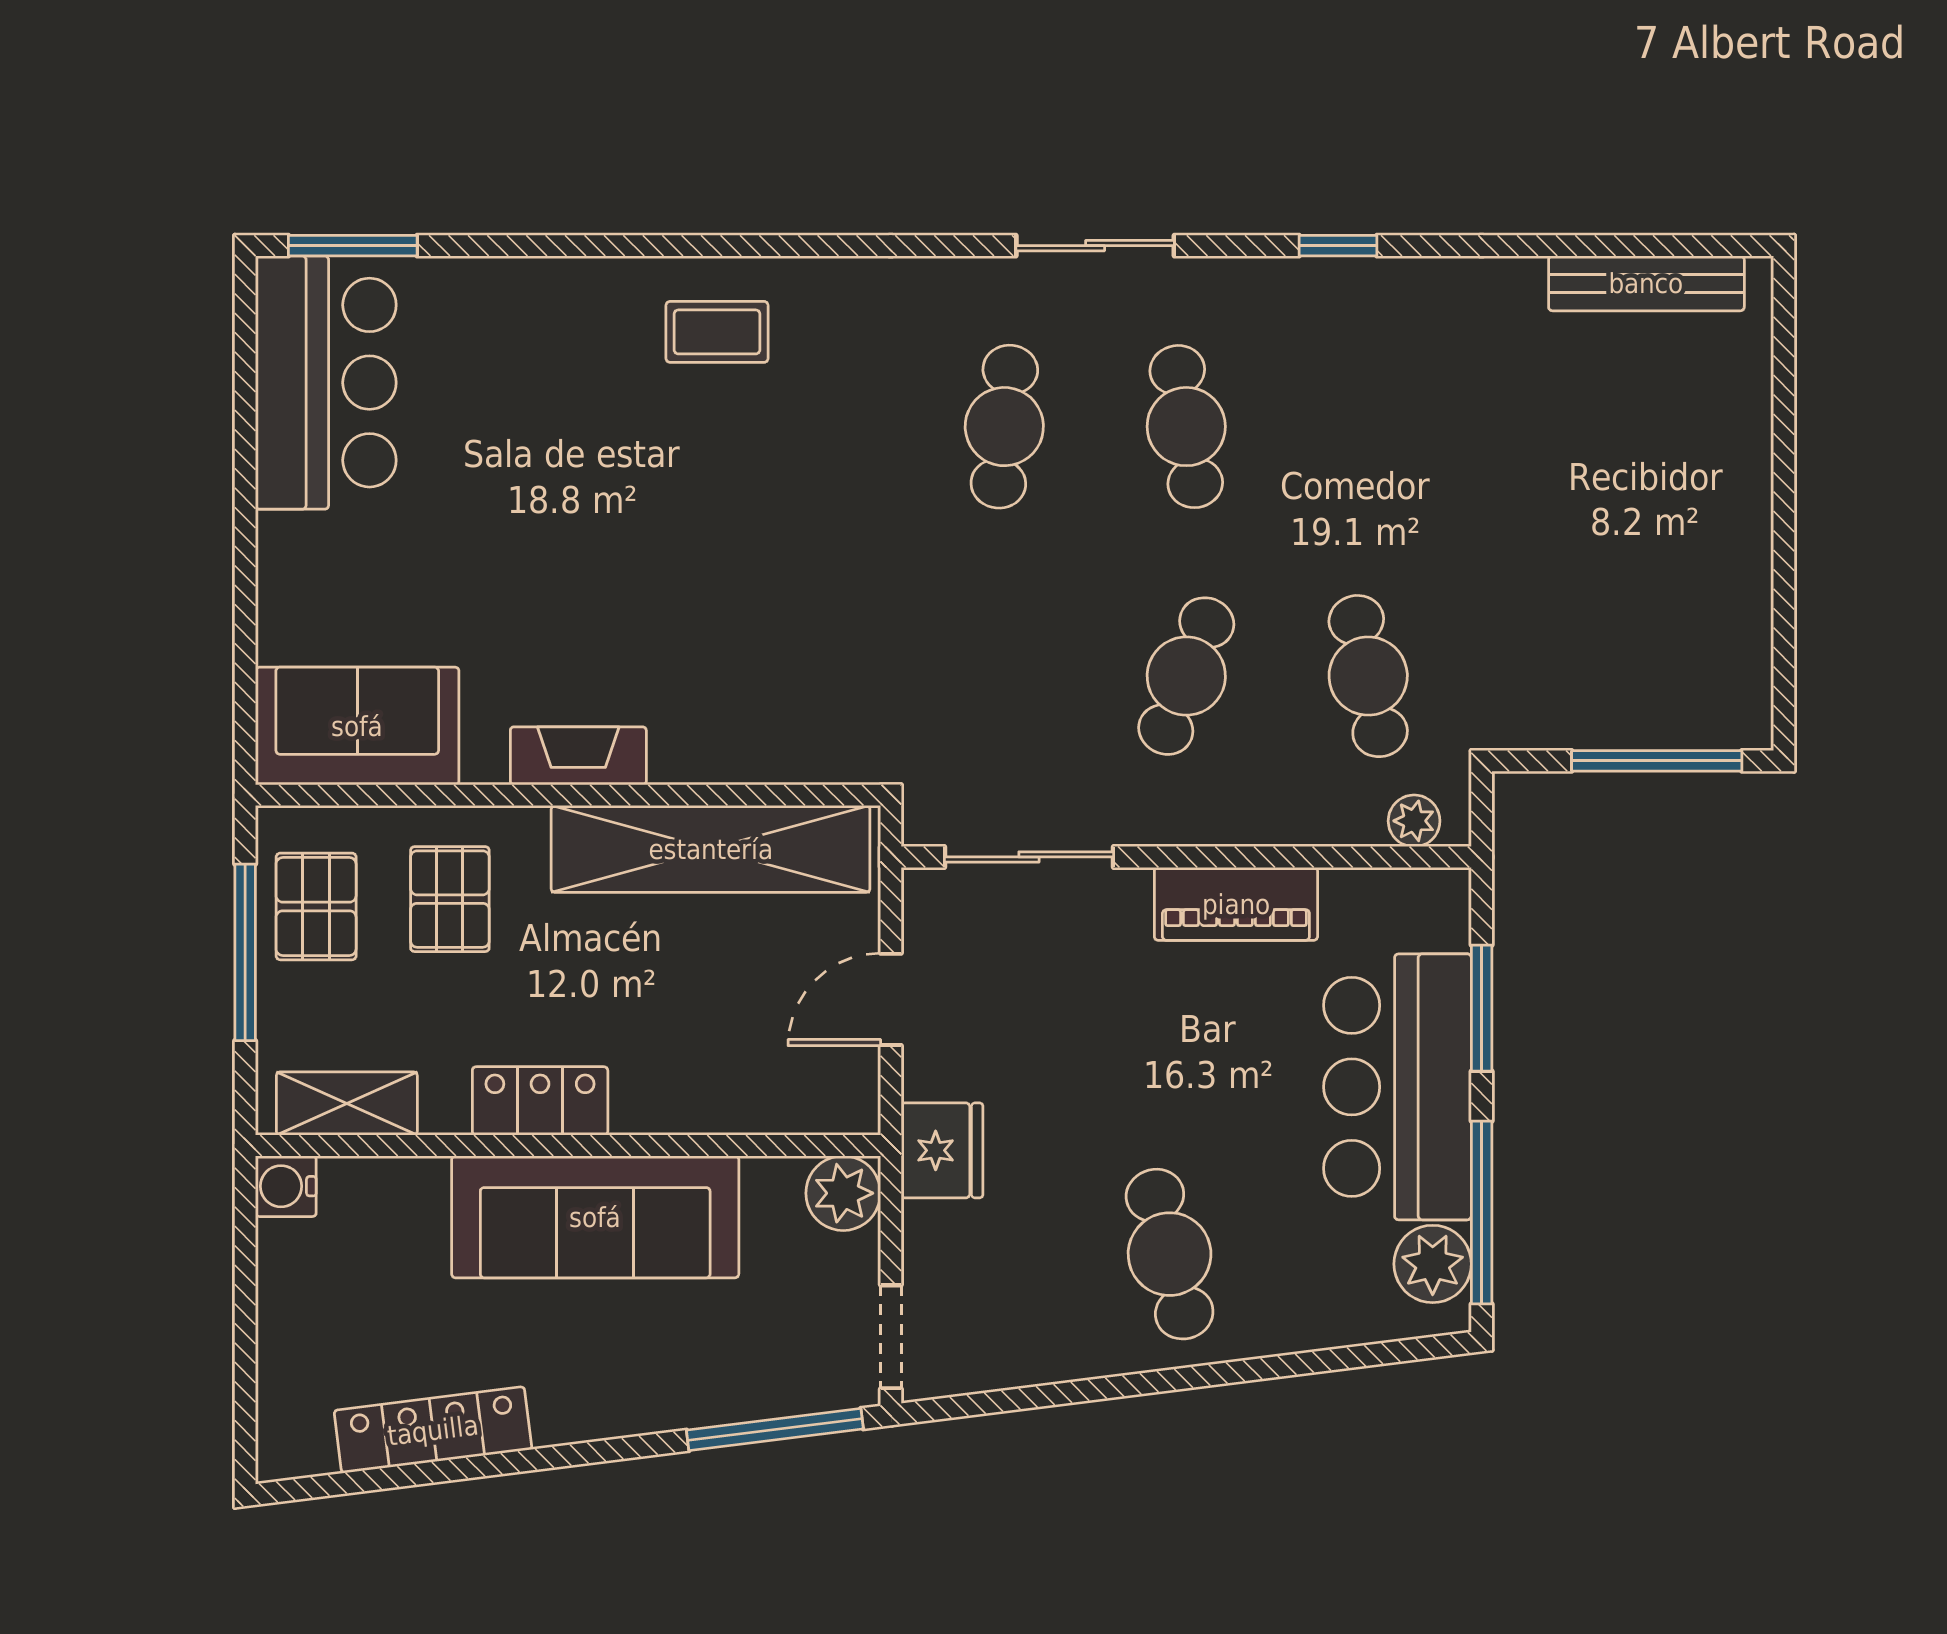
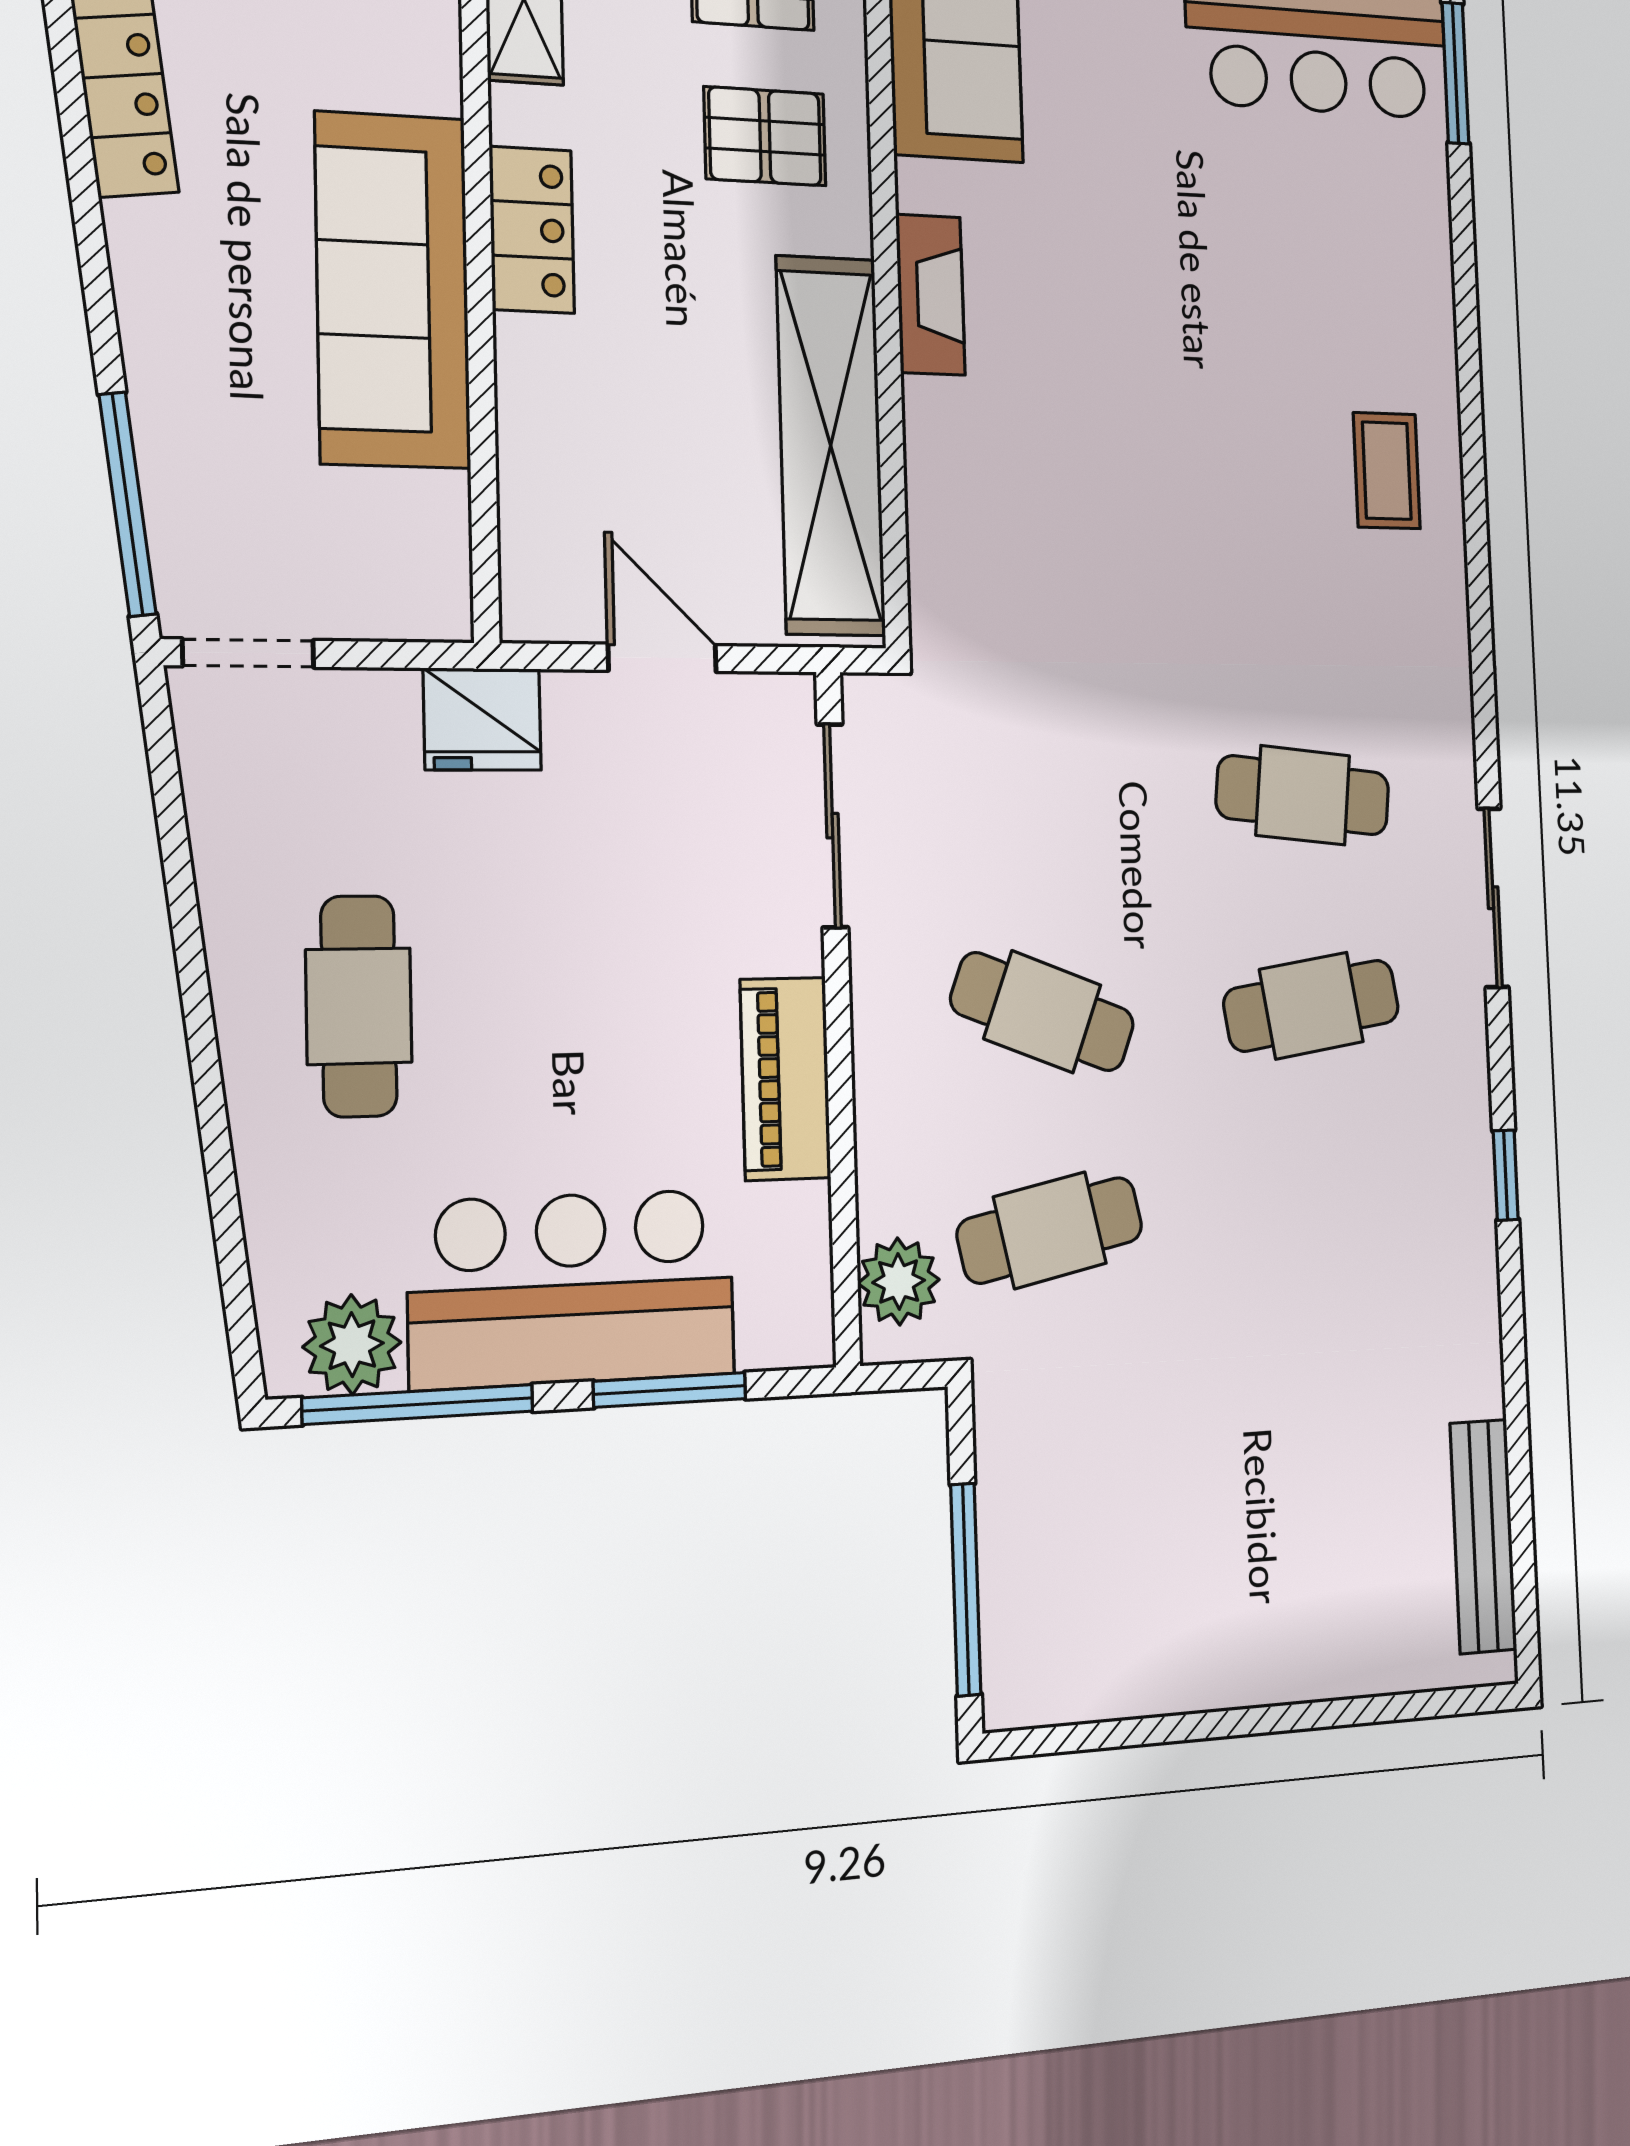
plant: (1414, 821) -> (899, 1281), width x1.38, depth x1.38
plant: (843, 1193) -> (427, 596), removed
cafe table: (1170, 1254) -> (359, 1006), turned -76

